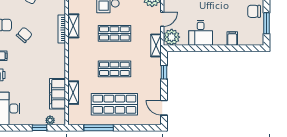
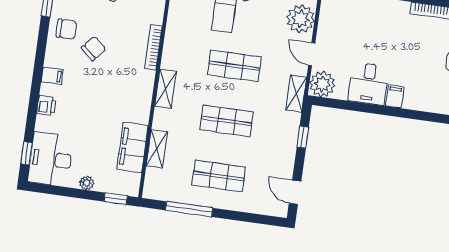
door: (162, 19) -> (312, 54), swing flipped
shelving: (73, 26) -> (166, 89), moved
filing cabinet: (232, 39) -> (395, 97), moved
shop shelf: (114, 104) -> (219, 176), width x0.70, depth x0.74
plant: (50, 120) -> (87, 183), moved
window: (40, 128) -> (116, 199), moved

